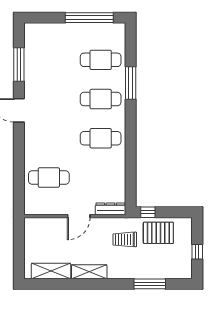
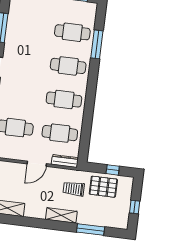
window: (131, 83) -> (97, 44), moved
cafe table: (101, 177) -> (60, 133), added
window: (148, 212) -> (113, 170), moved
shelving: (89, 272) -> (61, 215), moved

